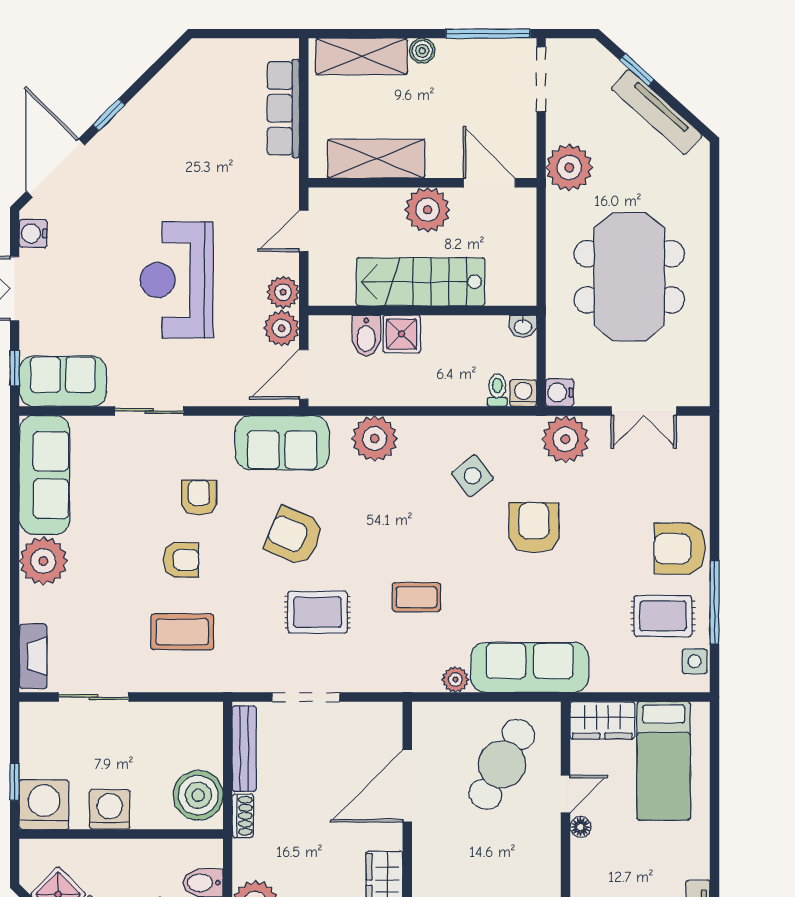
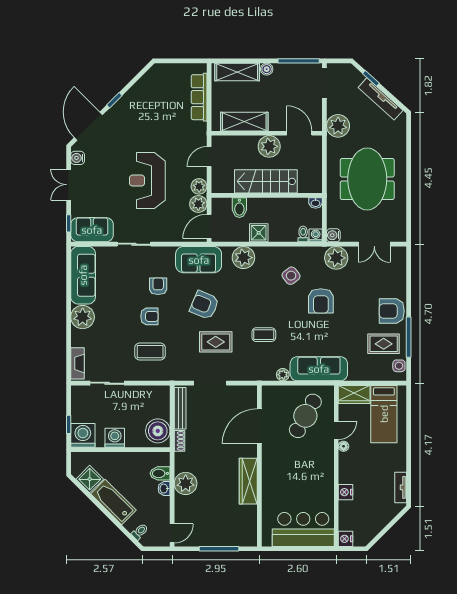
shower: (402, 334) -> (259, 233), moved
armchair: (534, 528) -> (321, 301), turned 180

